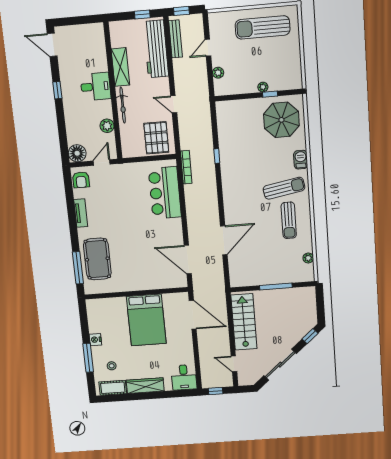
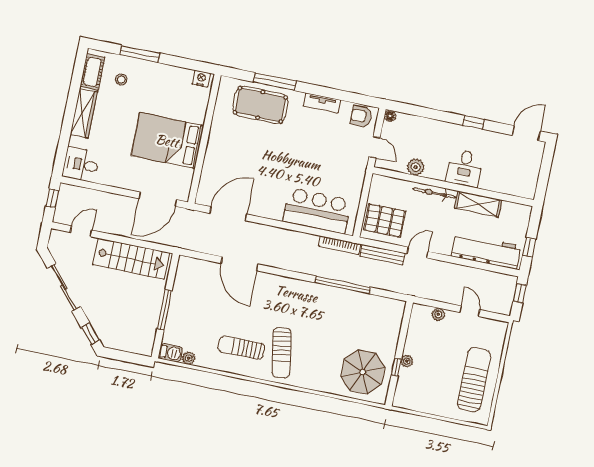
bench: (176, 39) -> (382, 255), moved
floor lamp: (77, 153) -> (390, 116), width x0.53, depth x0.53
window: (217, 156) -> (343, 285), width x3.17
barbecue: (301, 160) -> (170, 353), moved
window: (78, 268) -> (275, 82), moved
nightstand: (95, 340) -> (201, 79), moved

